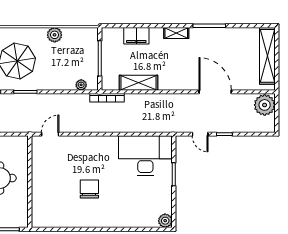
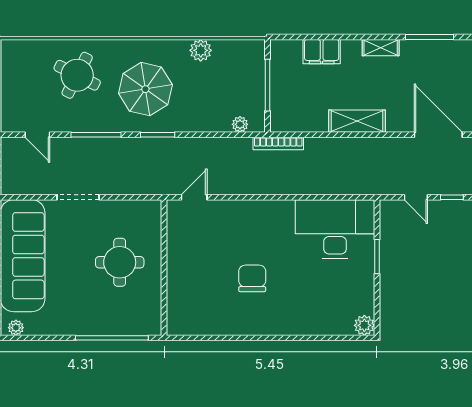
shelving: (139, 83) -> (357, 121), moved

